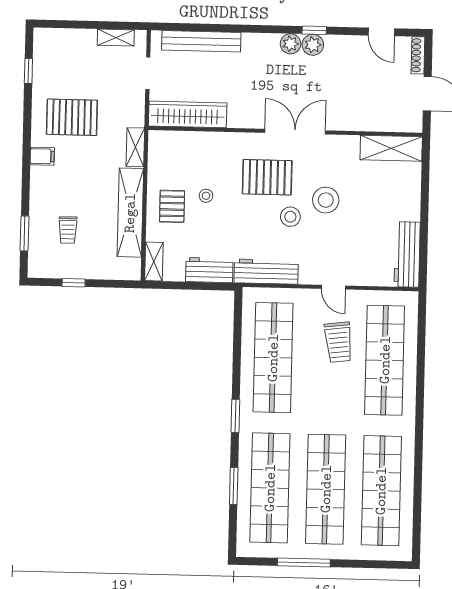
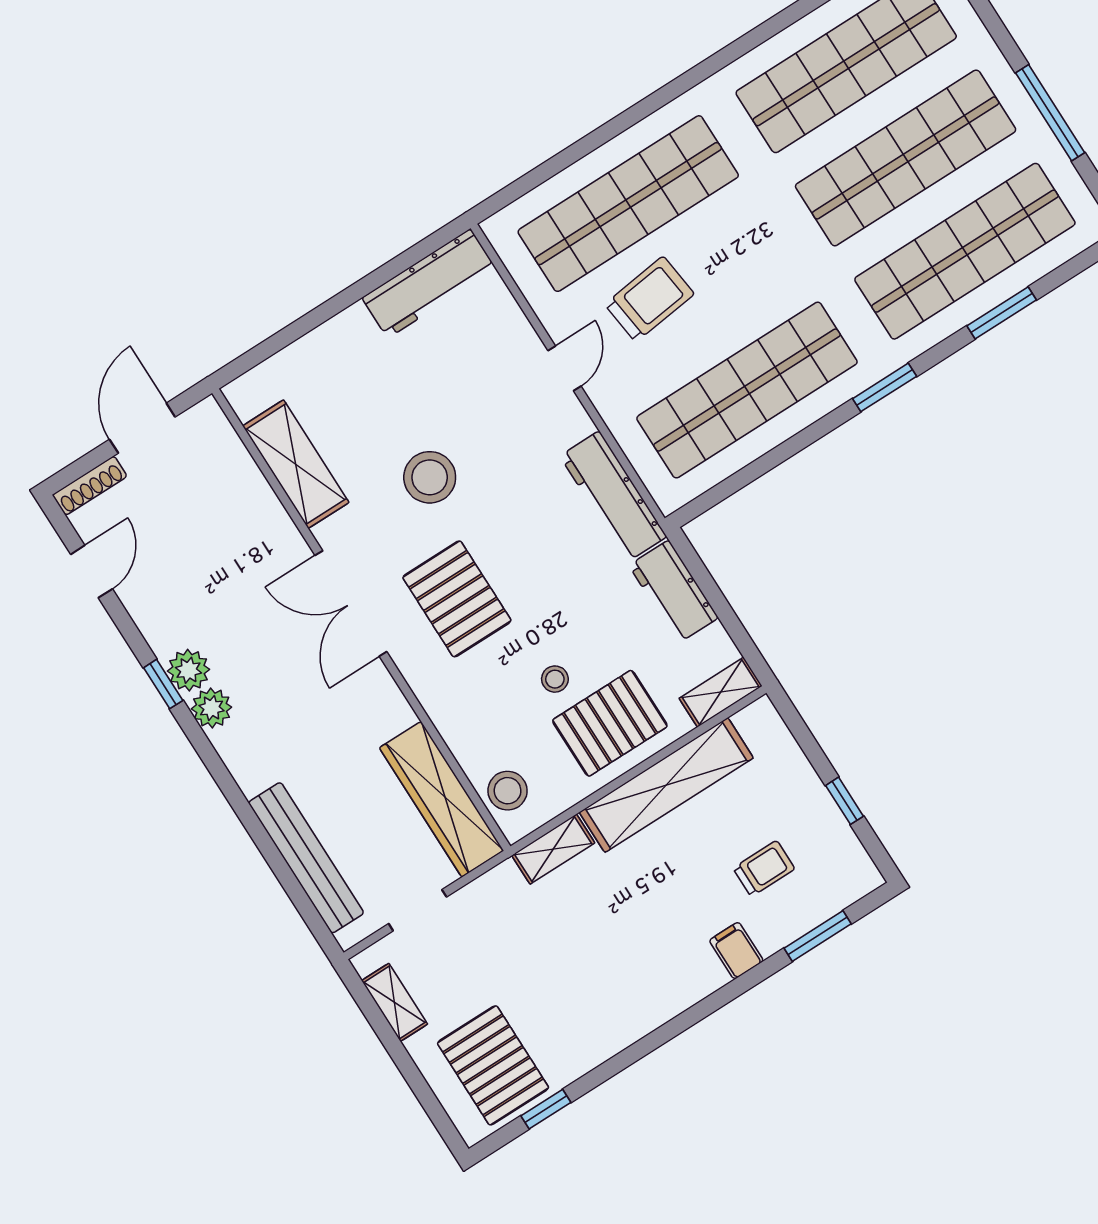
pallet: (72, 117) -> (493, 1065), moved
shelving: (391, 148) -> (296, 464), moved
filing cabinet: (42, 156) -> (736, 951), moved
pallet: (172, 206) -> (610, 723), width x1.50, depth x1.42
stool: (290, 217) -> (508, 791), moved

